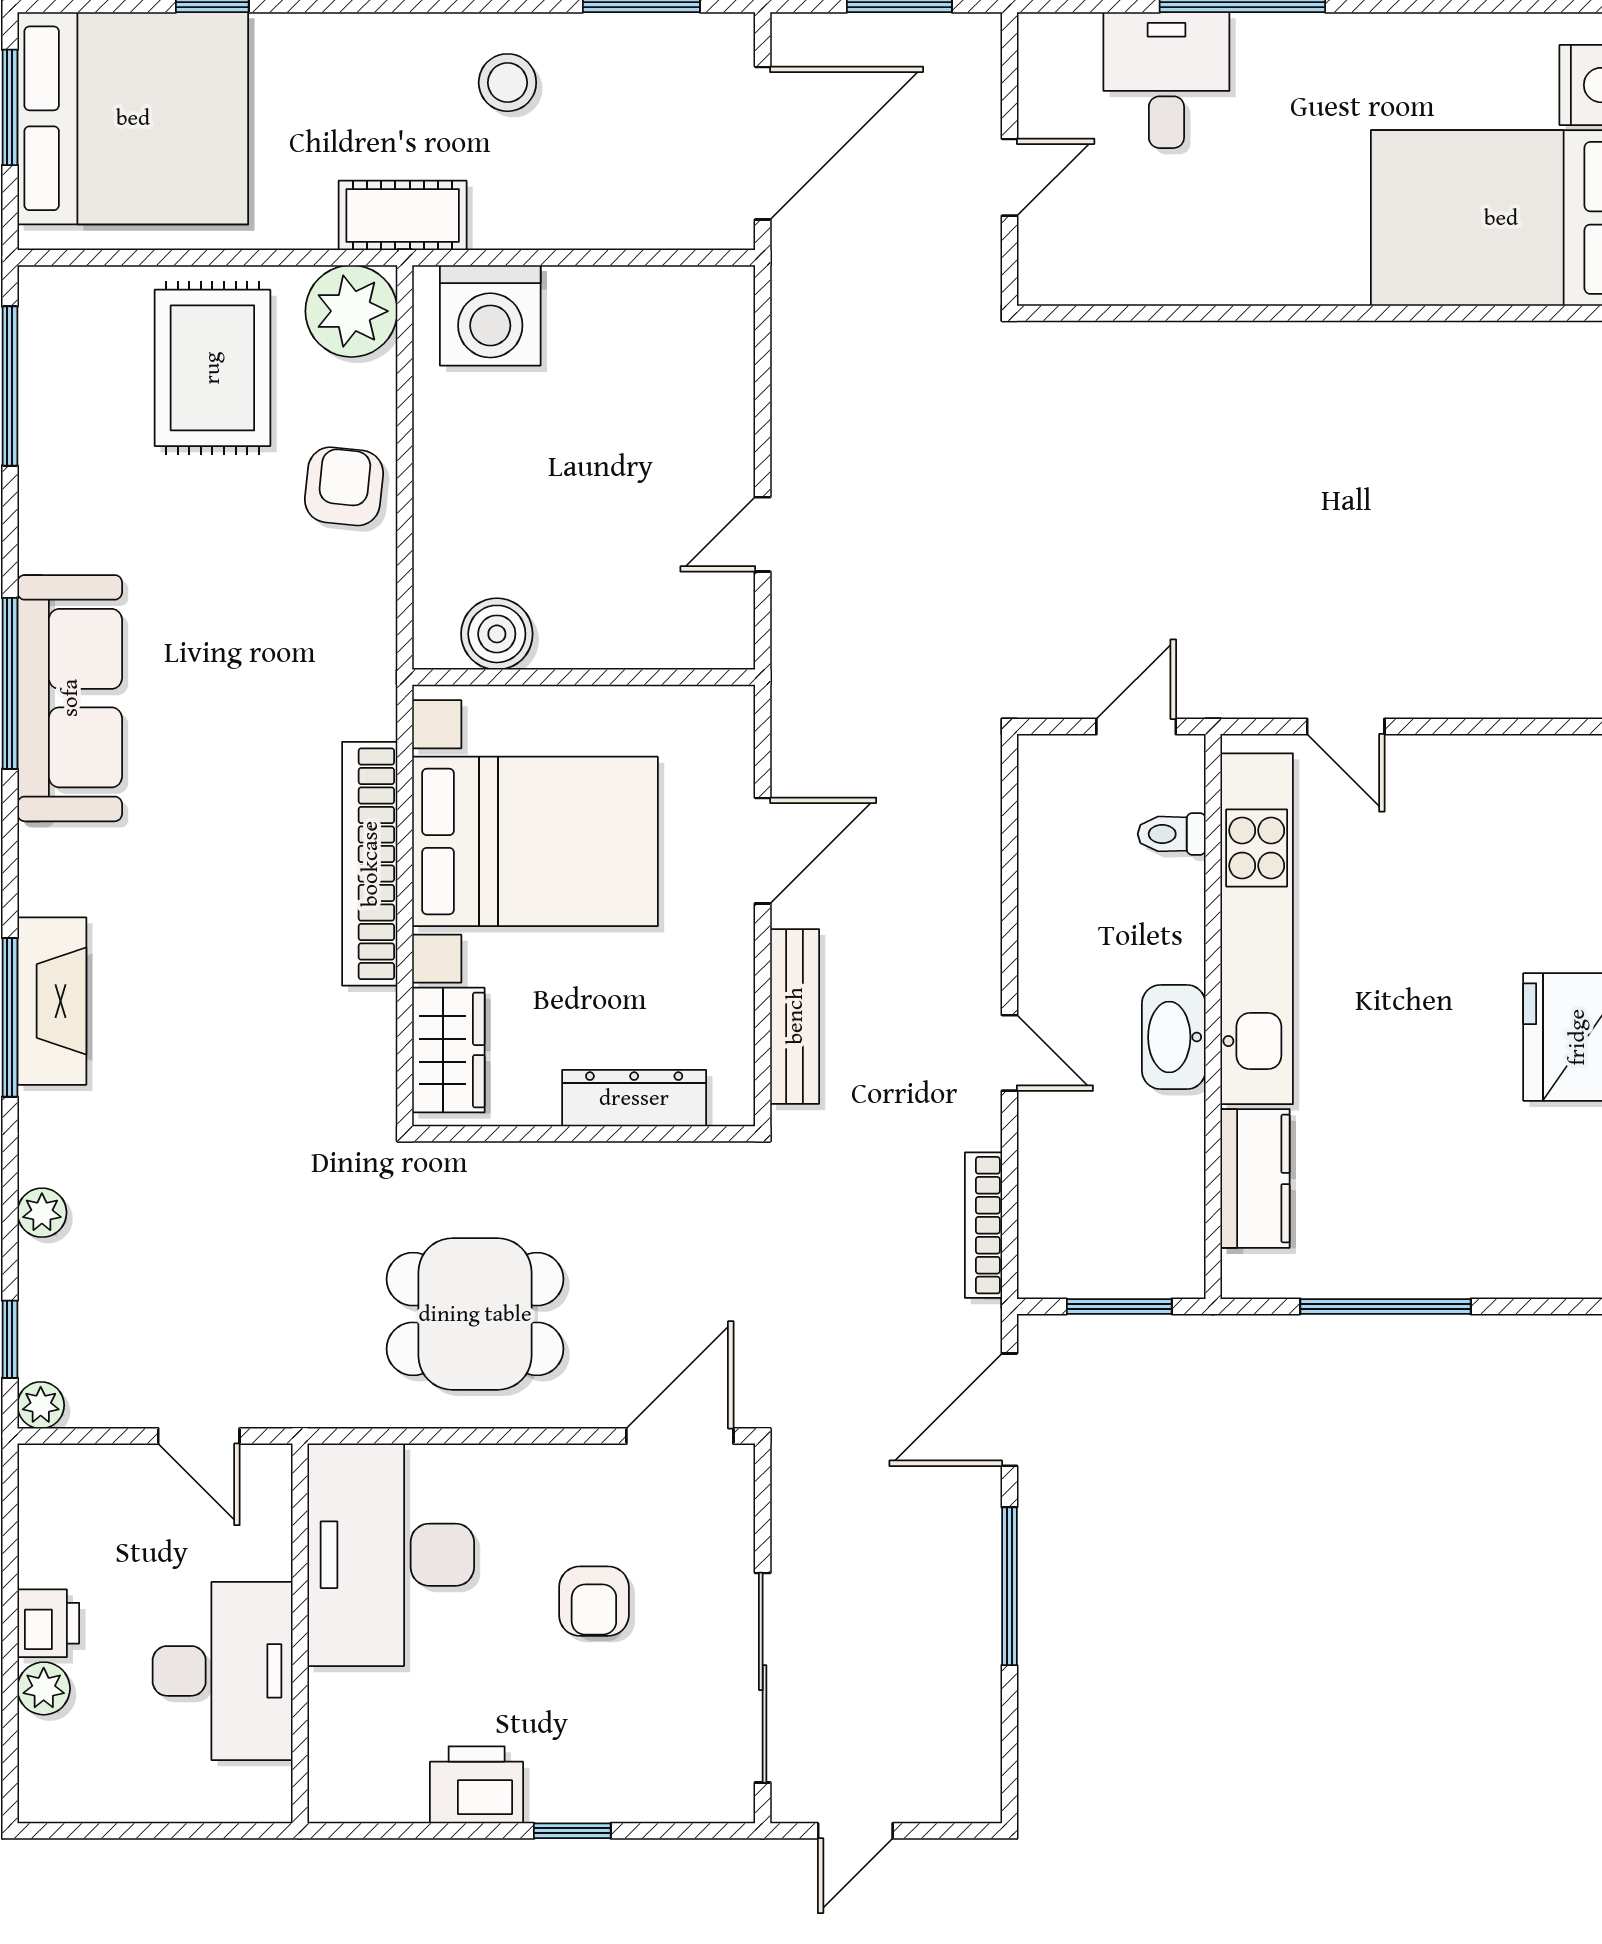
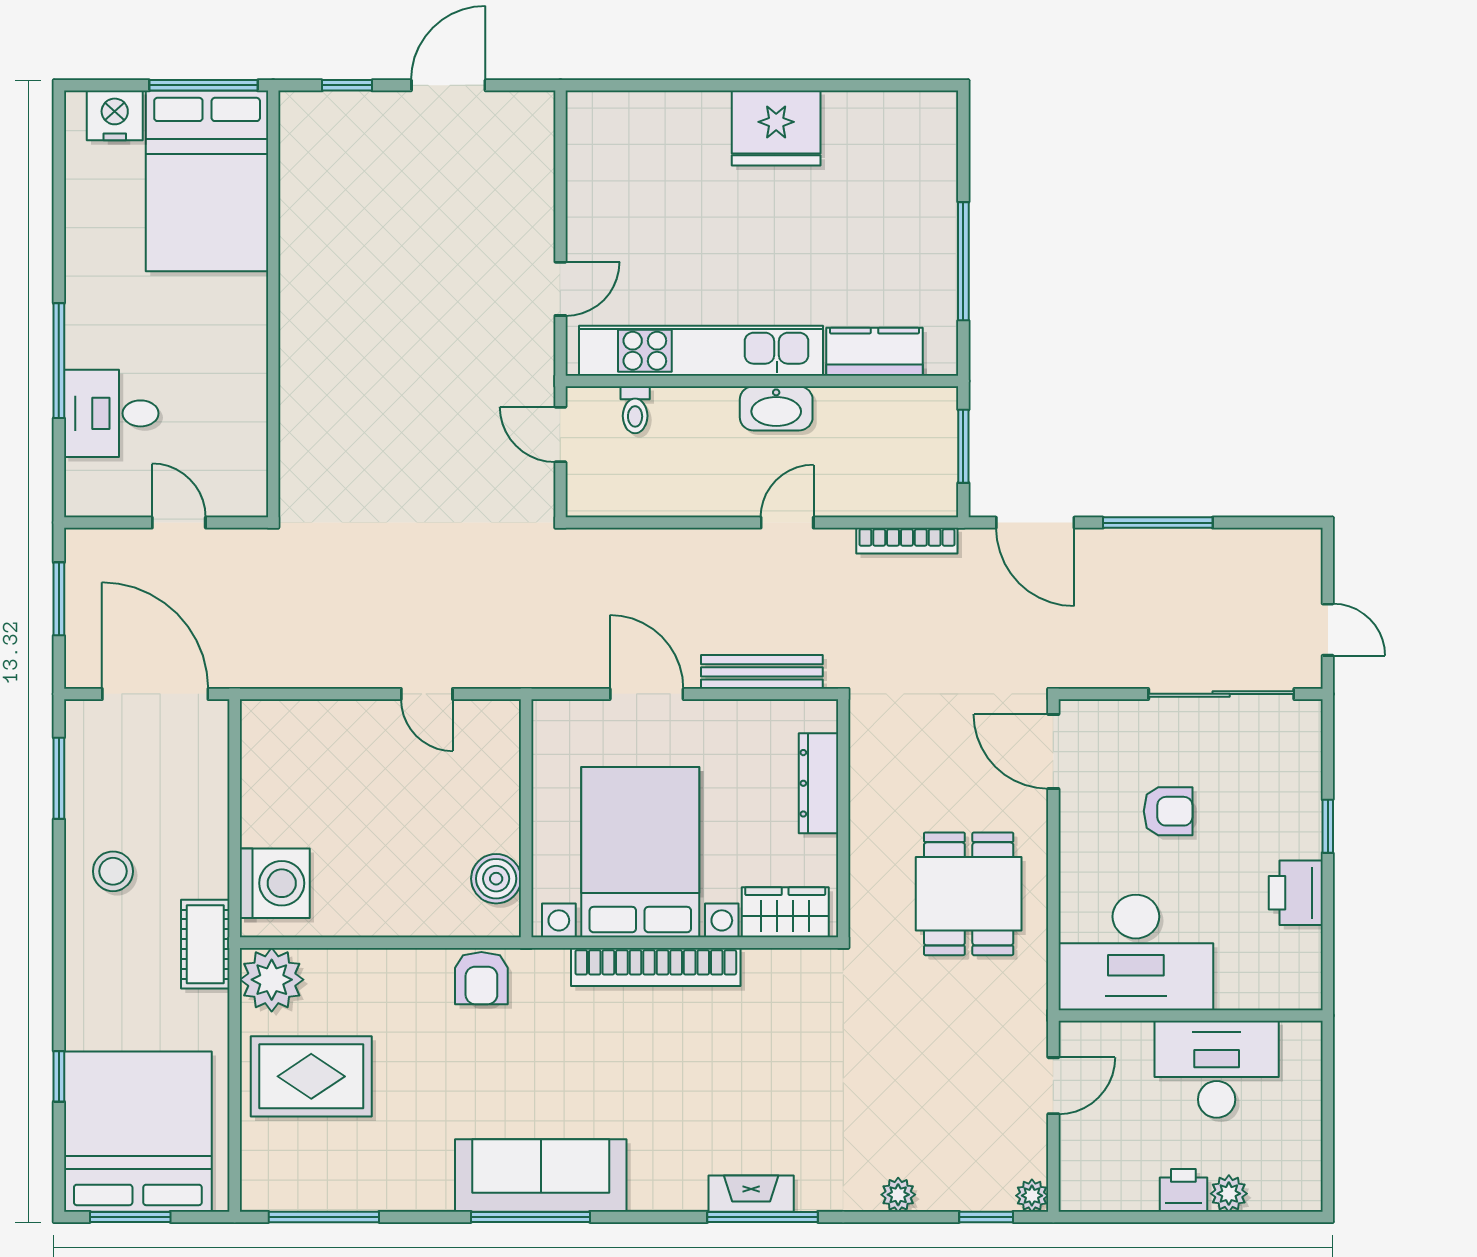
armchair: (344, 486) -> (481, 978), moved, turned -96
fireplace: (52, 1001) -> (751, 1194), width x0.73, depth x0.76

